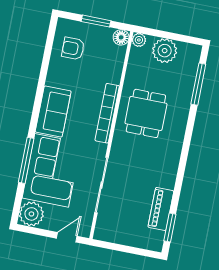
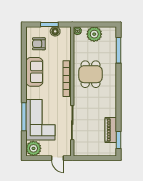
floor lamp: (121, 37) -> (55, 31), moved
sofa: (53, 112) -> (34, 72), moved
door: (67, 237) -> (58, 158), swing flipped

